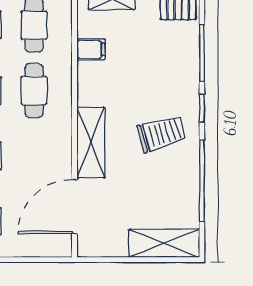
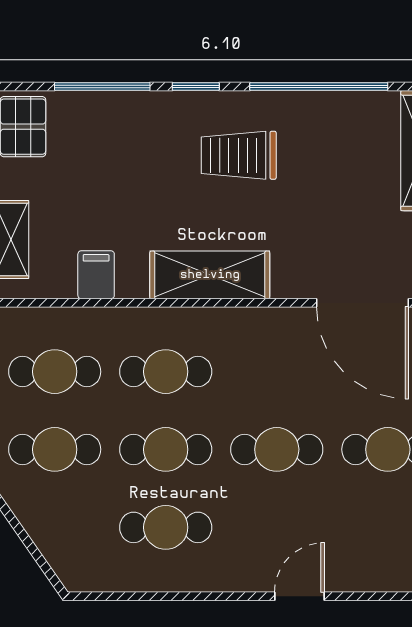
trolley: (161, 133) -> (239, 155), turned -74
shelving: (91, 143) -> (210, 275), moved

